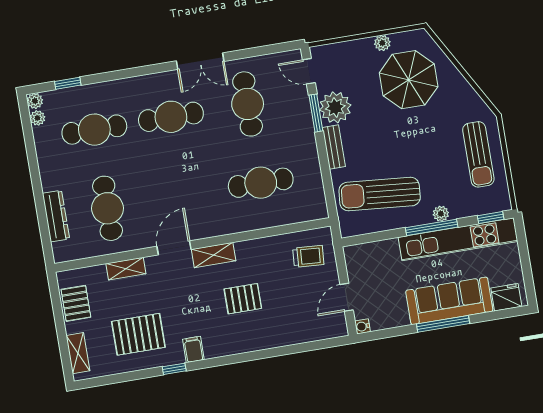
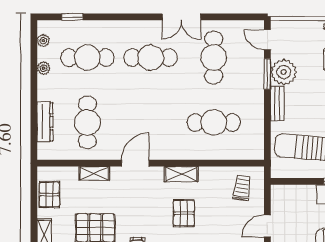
plant: (35, 101) -> (44, 68), moved
shelving: (214, 255) -> (181, 174), moved
trolley: (308, 256) -> (242, 188), turned -86
pallet: (243, 299) -> (184, 213), turned 90

